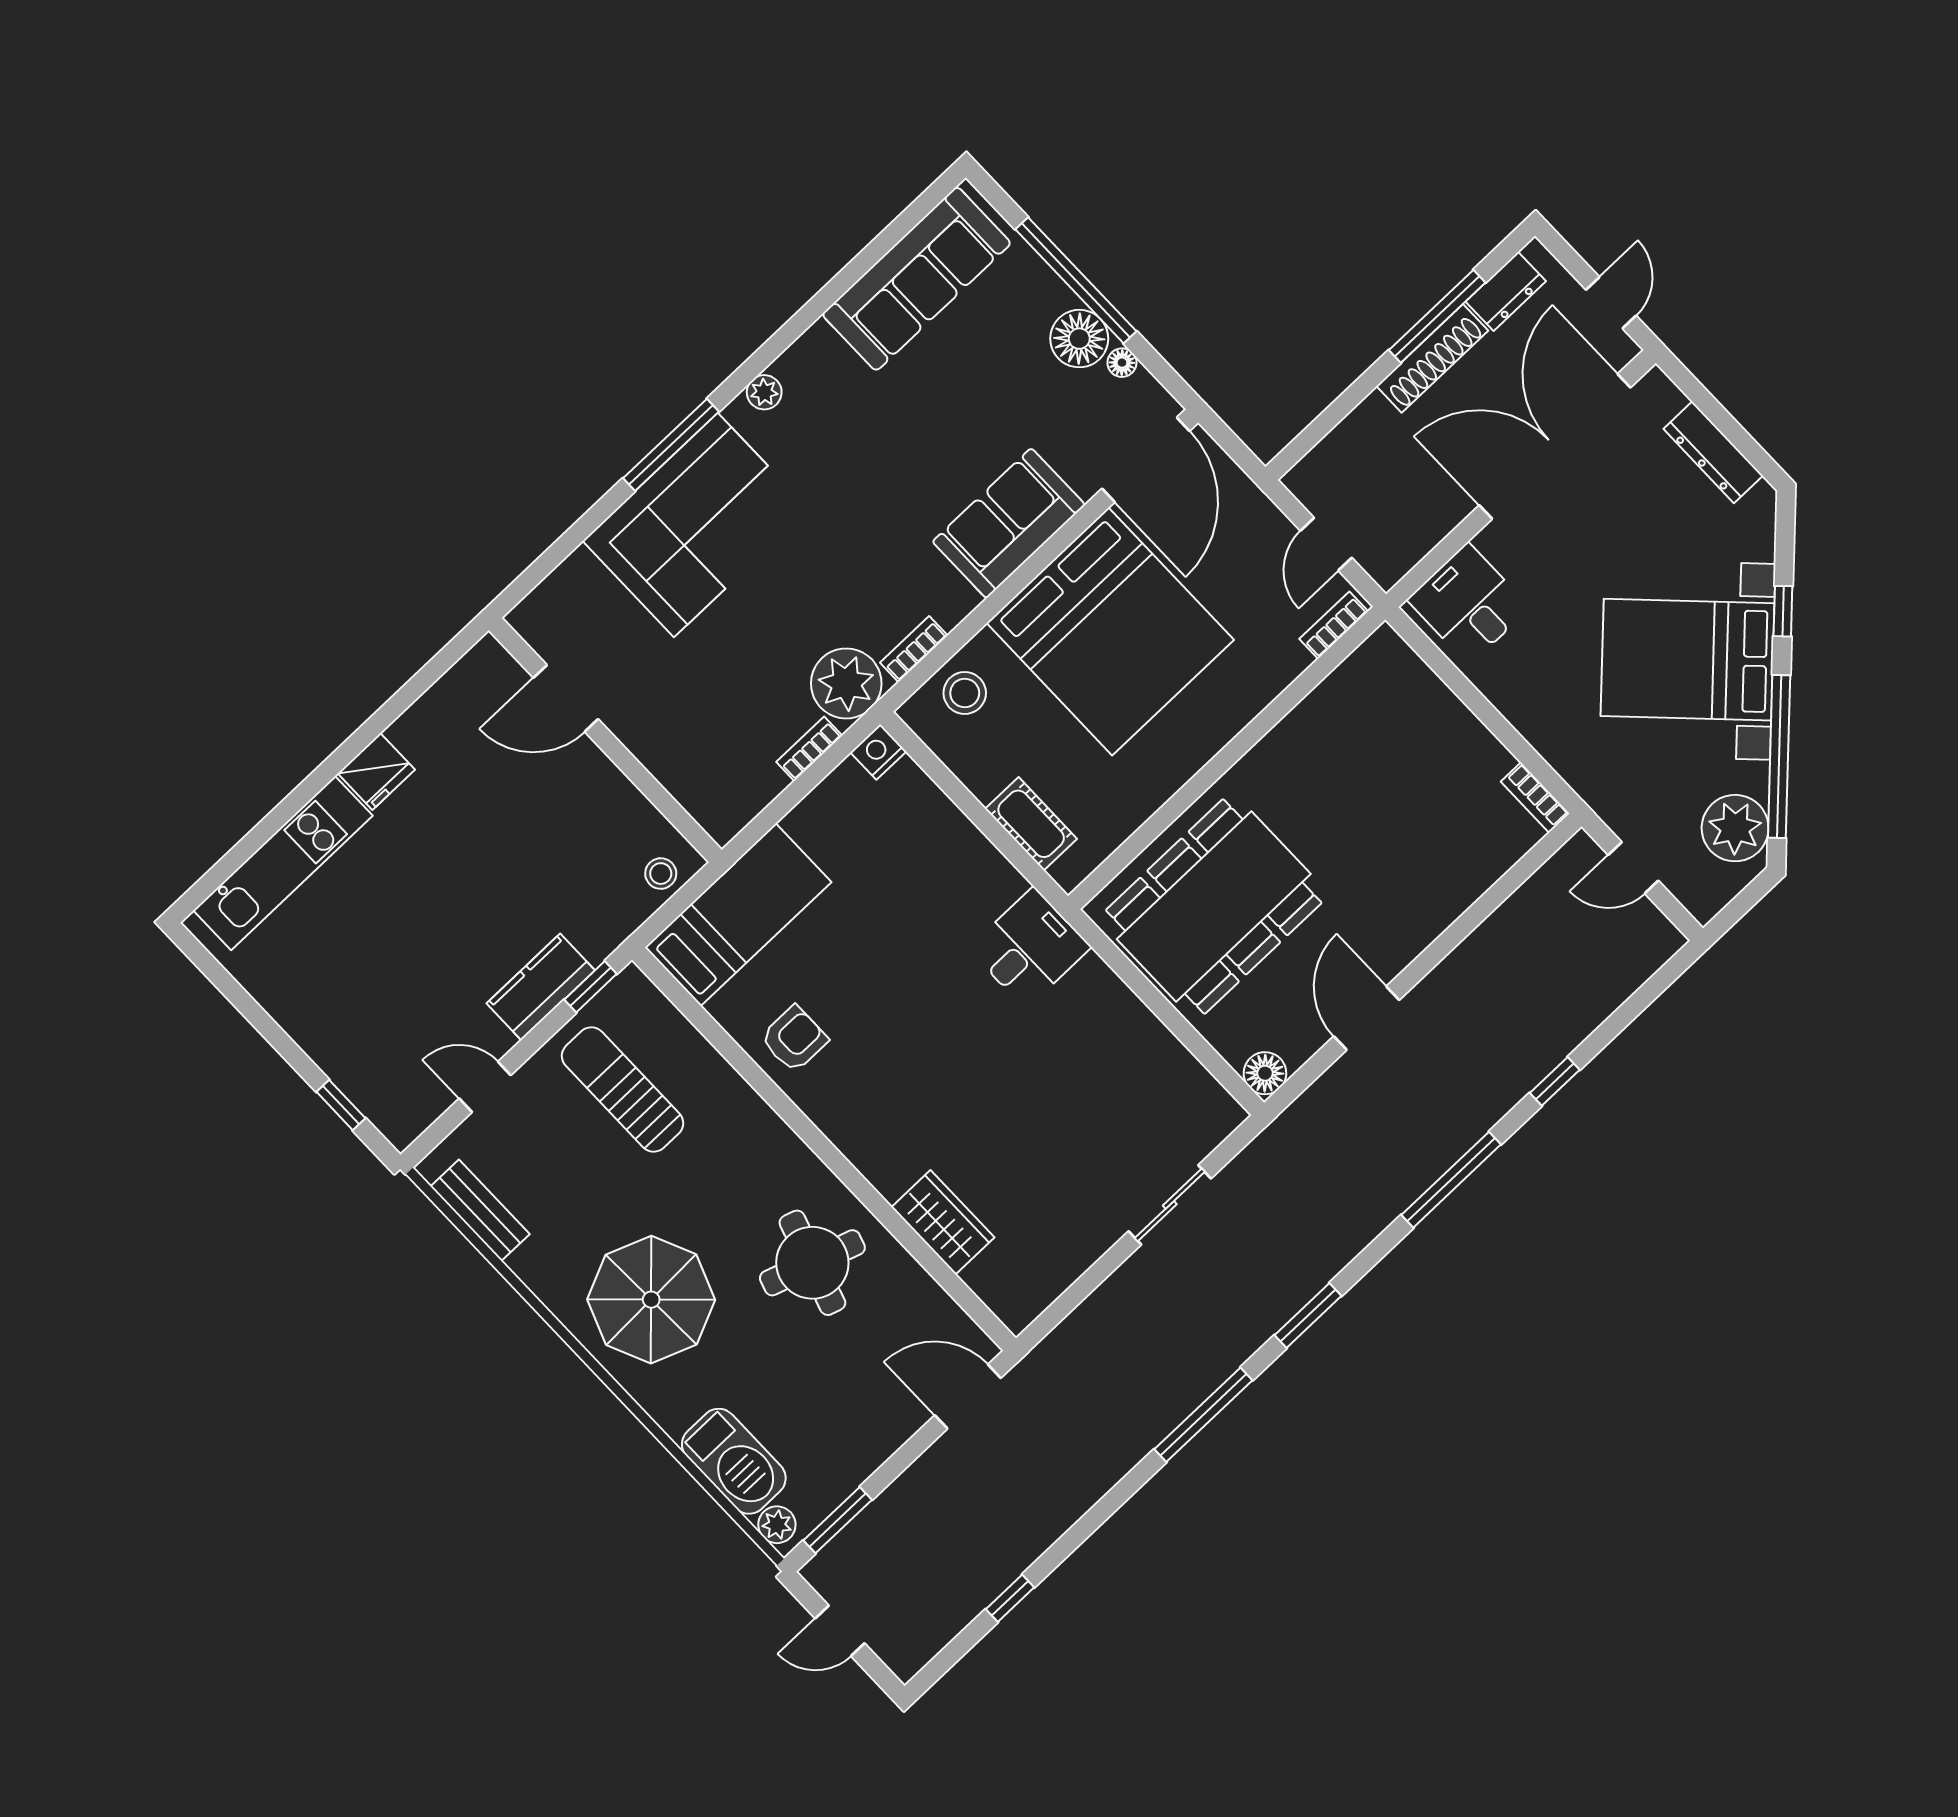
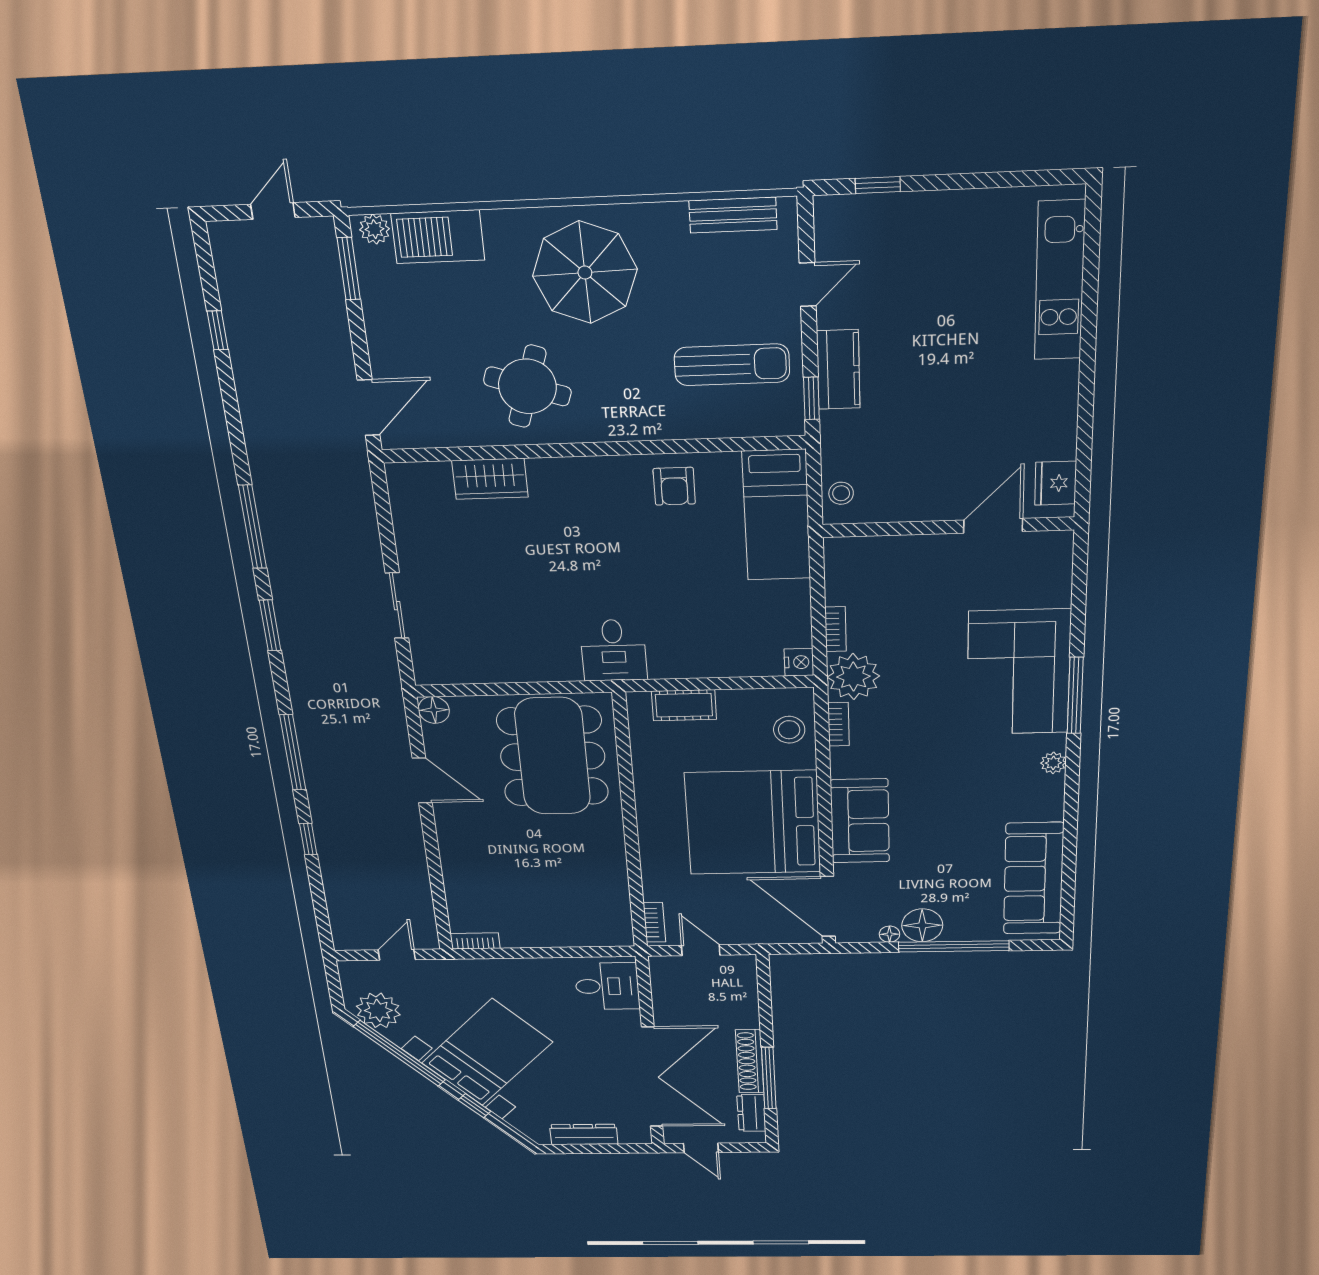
fridge: (376, 771) -> (1056, 483), moved

